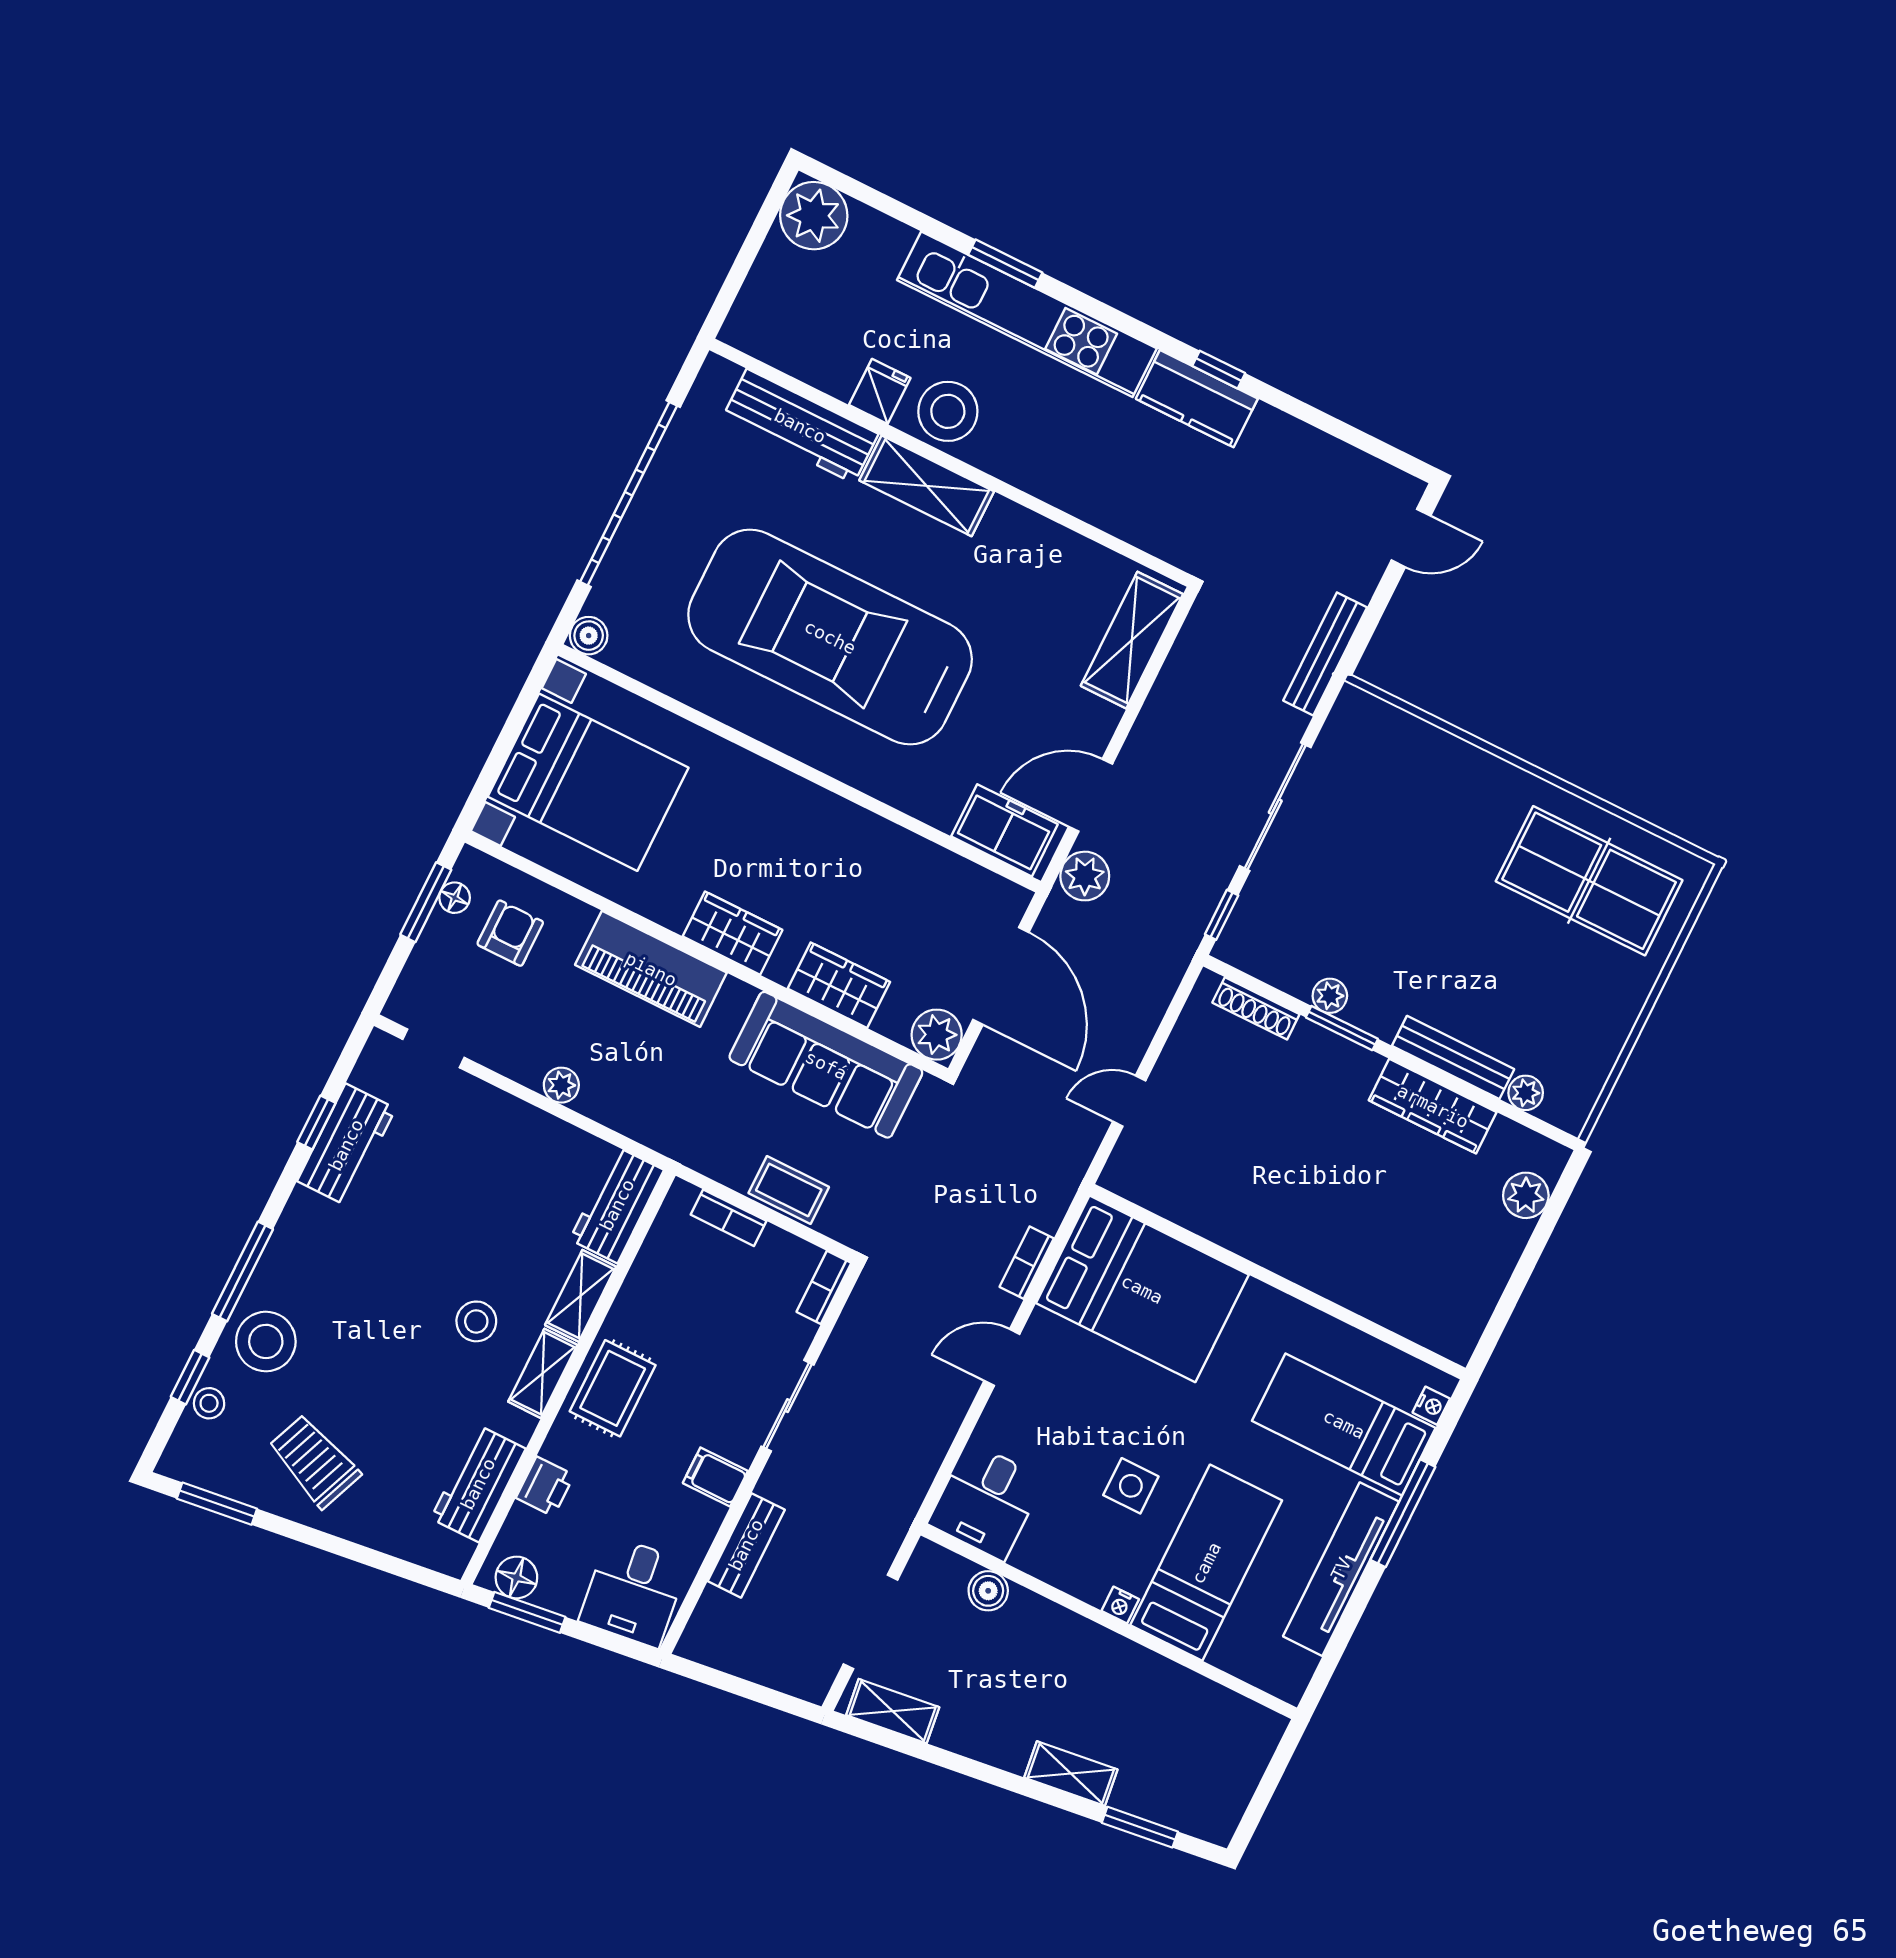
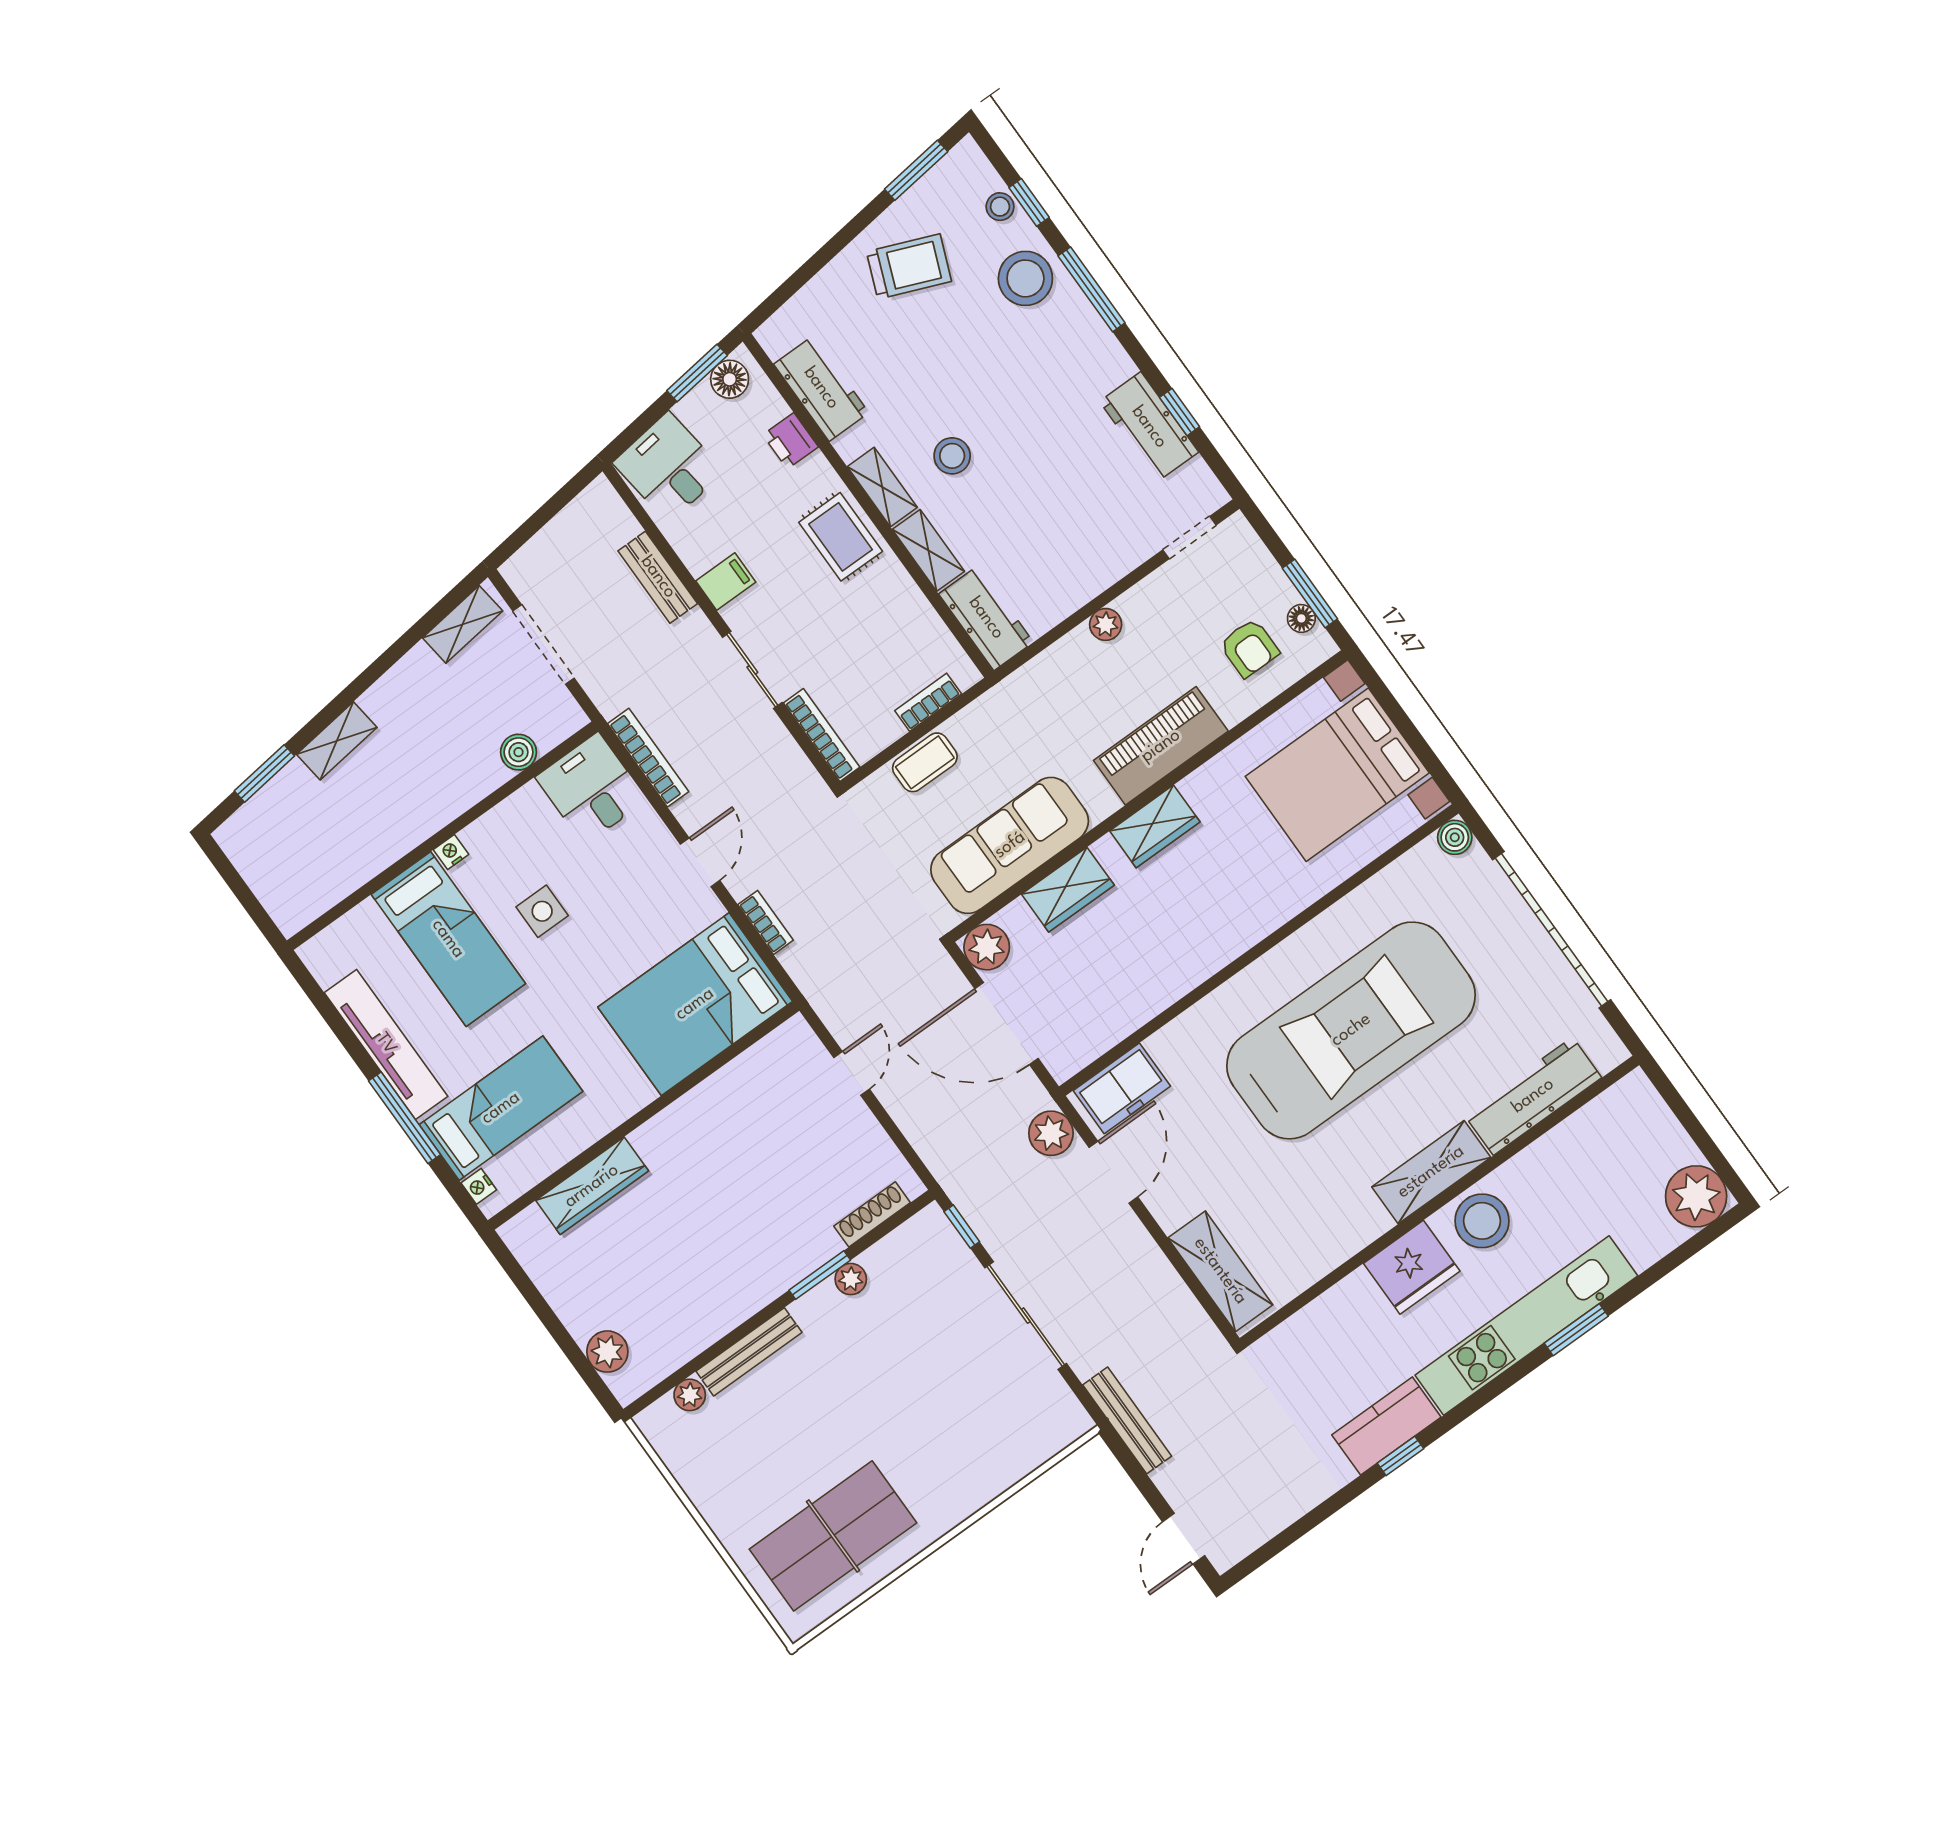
fridge: (880, 391) -> (1412, 1267), moved, width x1.88, depth x1.34
wardrobe: (1433, 1106) -> (592, 1186), moved, turned 180
bookcase: (824, 1287) -> (822, 735), width x1.56
bookcase: (927, 1462) -> (648, 758), added

